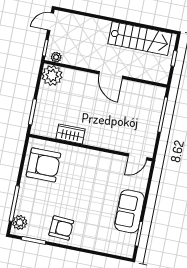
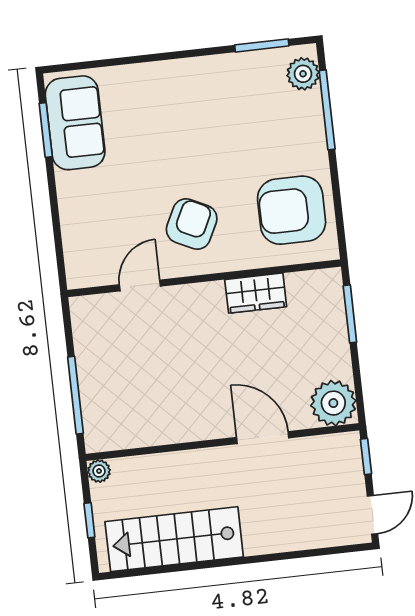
plant: (56, 57) -> (99, 471), moved
door: (111, 75) -> (263, 438), moved
door: (138, 157) -> (140, 285), moved
sofa: (129, 211) -> (75, 123), moved
armchair: (61, 228) -> (192, 224), moved, turned 113

